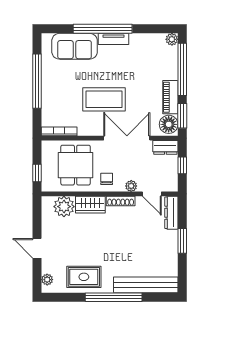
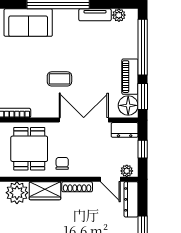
tv unit: (113, 39) -> (95, 15), moved
plant: (172, 39) -> (119, 15), moved
coffee table: (104, 99) -> (59, 79), width x0.54, depth x0.58
plant: (131, 186) -> (127, 171), moved

